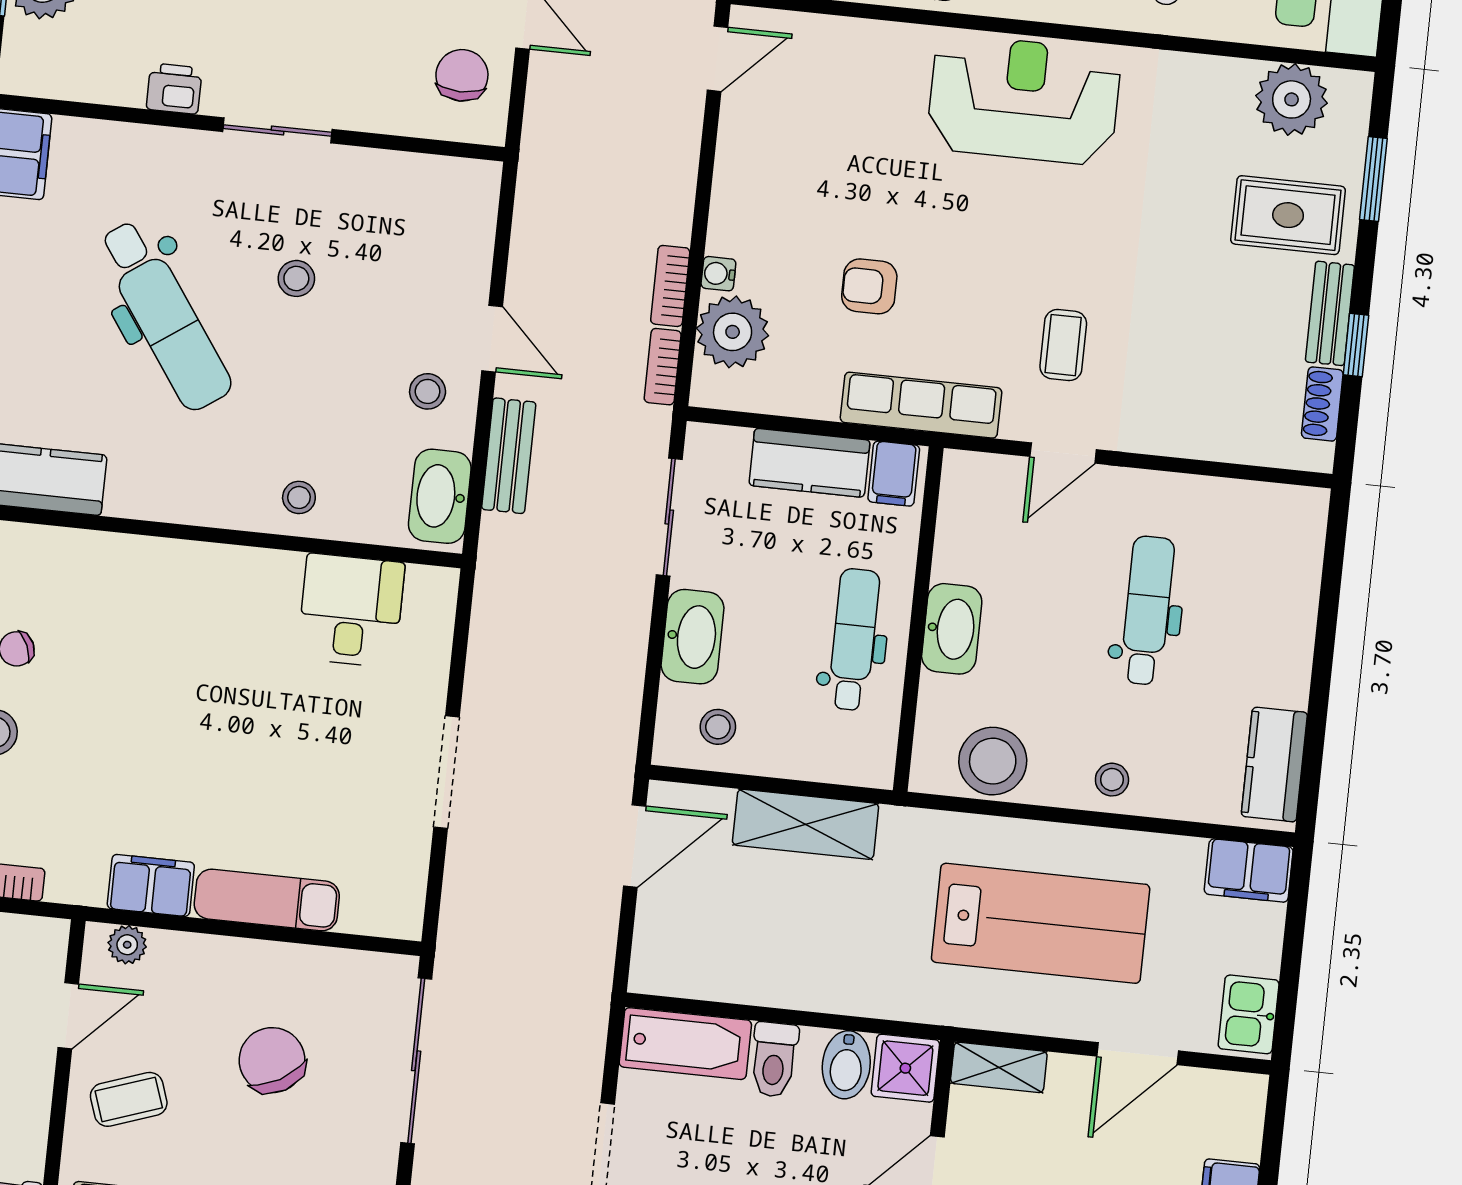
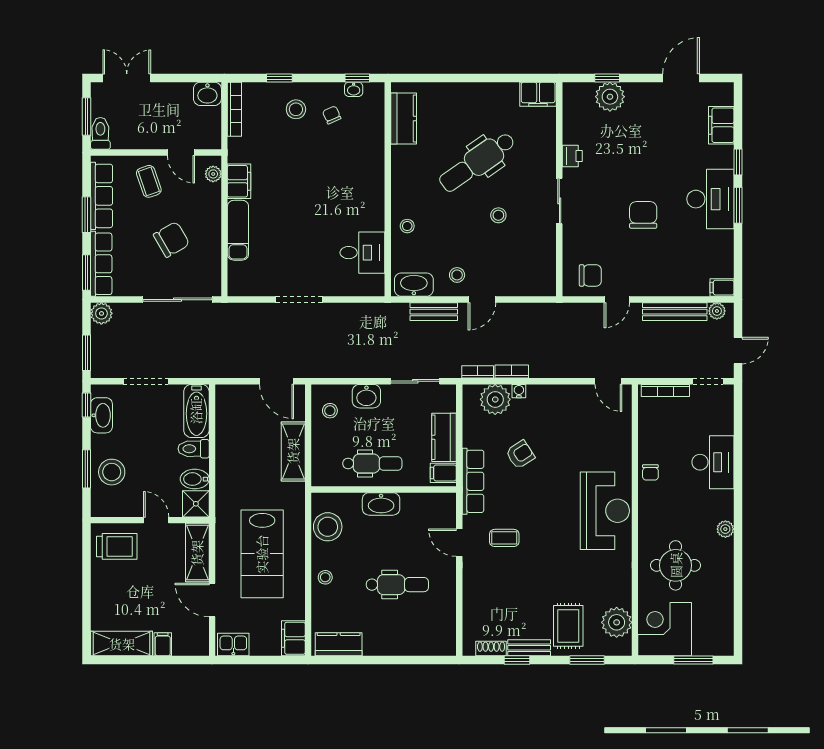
armchair: (869, 286) -> (520, 454), turned 57
washbasin: (692, 637) -> (366, 396), width x0.72
shelving: (999, 1067) -> (197, 553), width x1.50, depth x1.33

